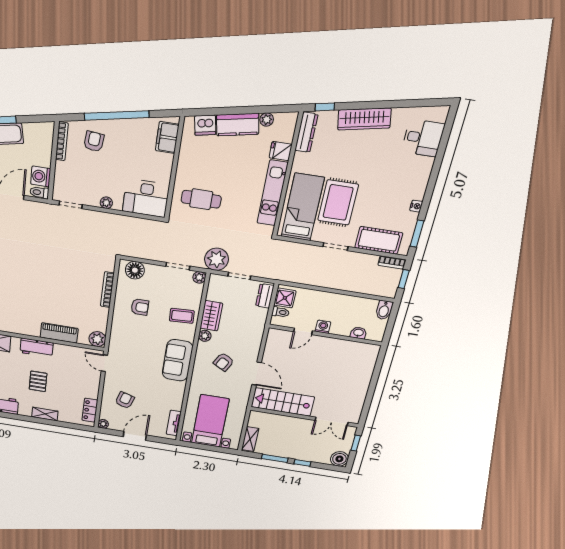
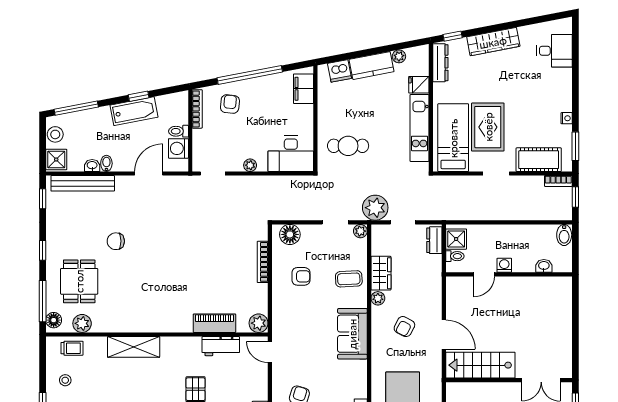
toilet: (39, 192) -> (178, 131), moved
workbench: (37, 348) -> (221, 346), moved

